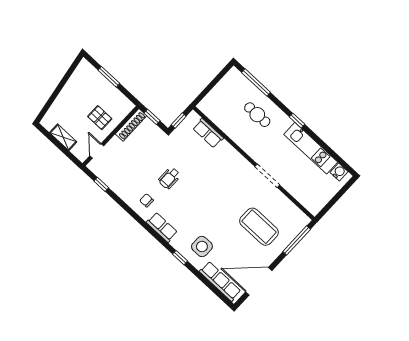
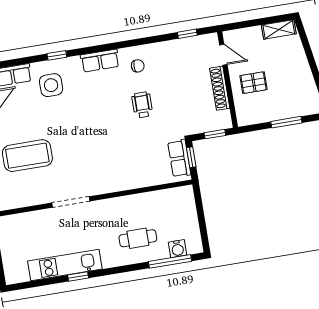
window: (297, 121) -> (78, 277), moved
shoe rack: (131, 125) -> (220, 88), moved
row of seats: (208, 133) -> (179, 158), moved, turned -90
shelving: (63, 137) -> (279, 29), moved
water cooler: (339, 172) -> (178, 249), moved

